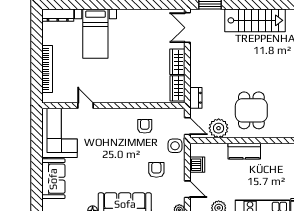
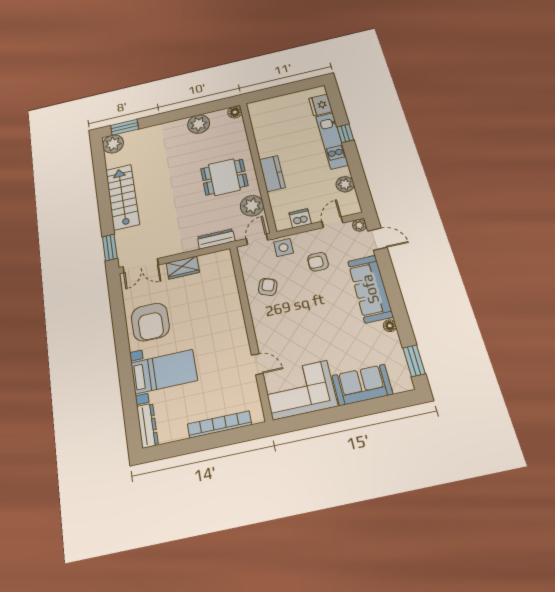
armchair: (137, 29) -> (150, 322), added
wardrobe: (177, 88) -> (214, 260), removed
dresser: (196, 98) -> (216, 239), width x1.44
door: (85, 106) -> (257, 364), swing flipped
armchair: (145, 126) -> (268, 287), turned 111

